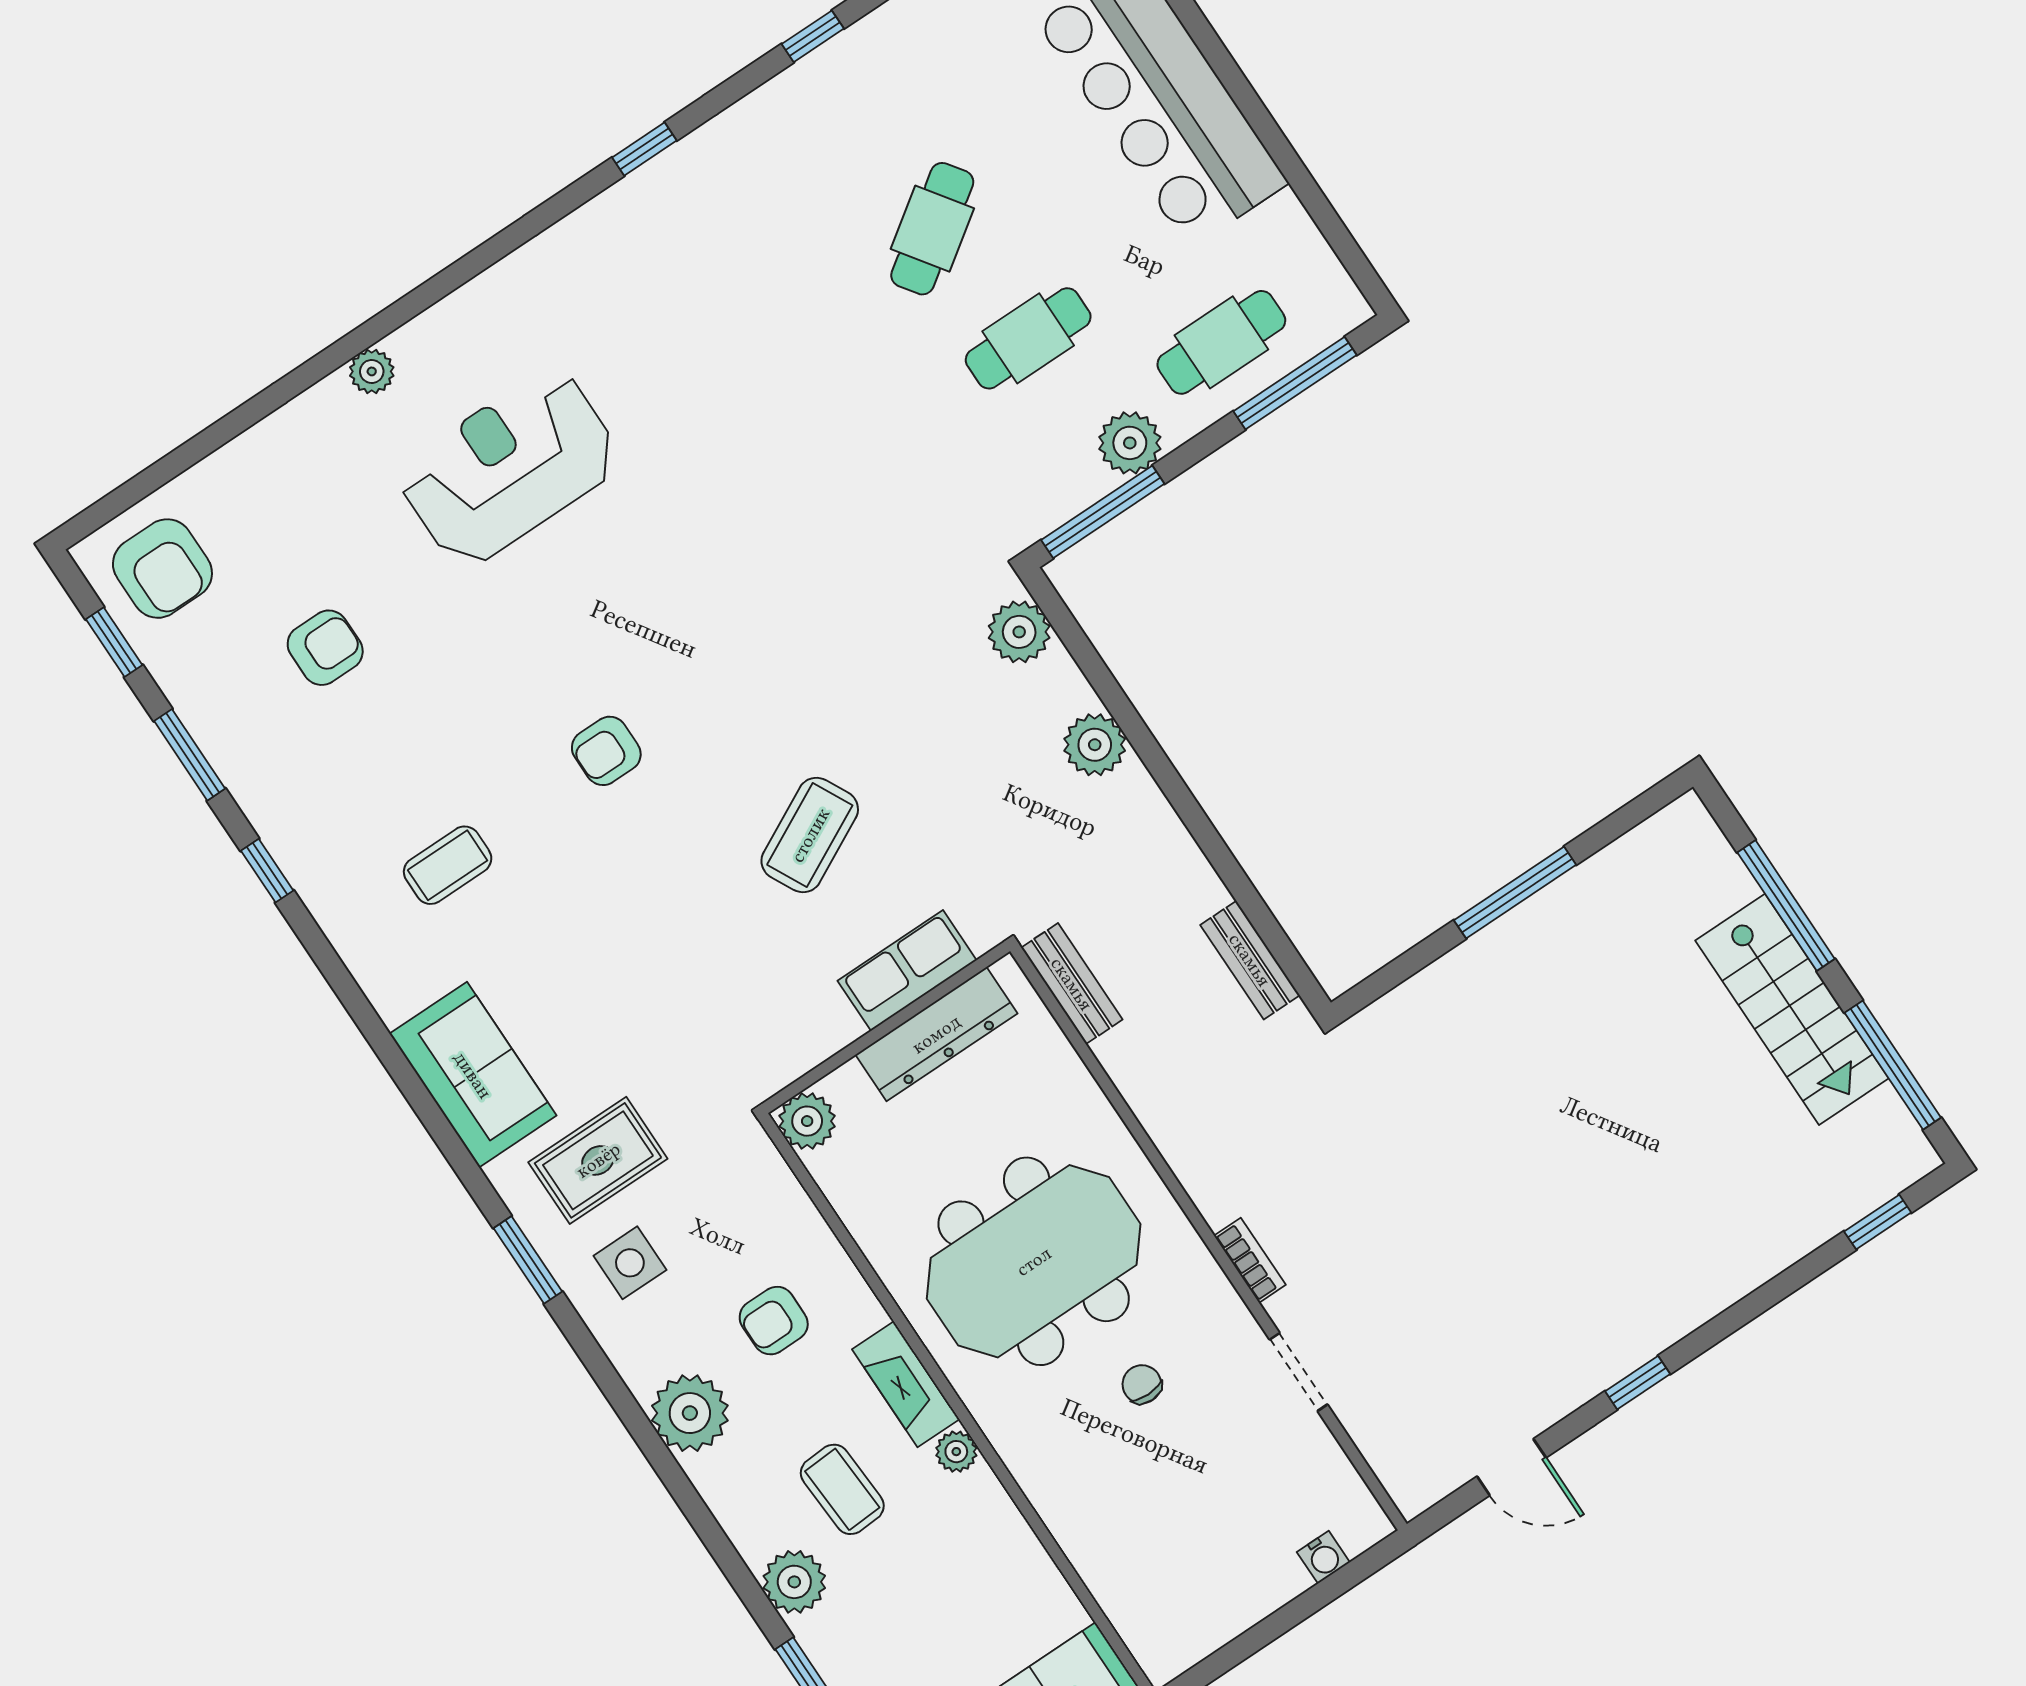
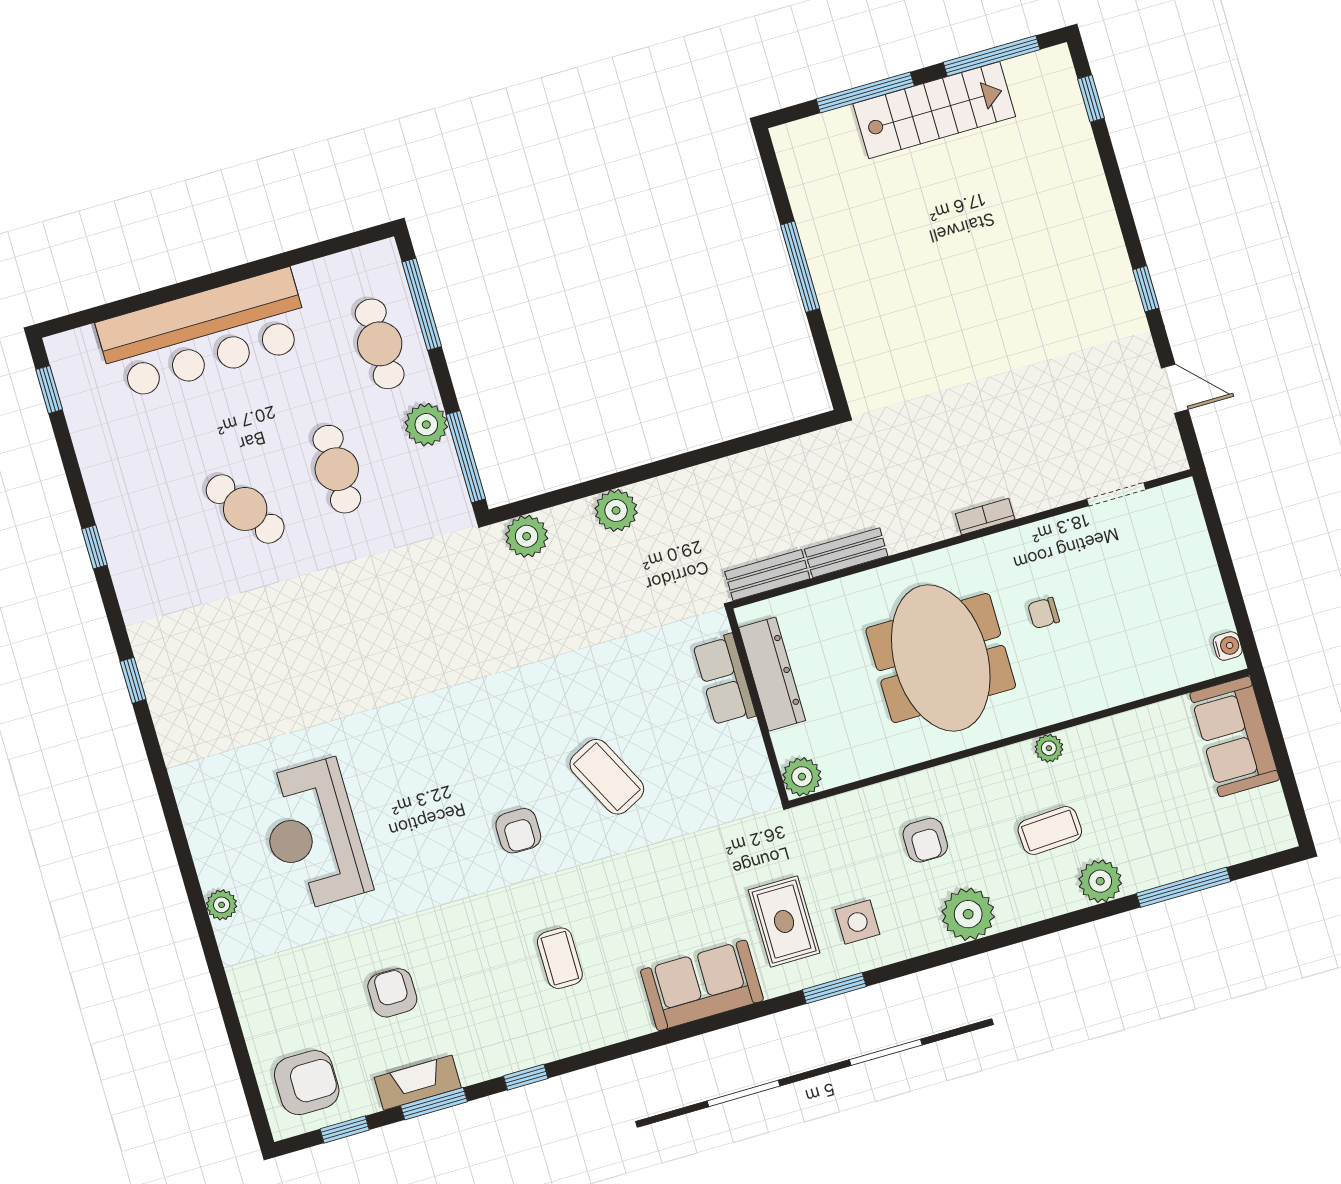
coffee table: (810, 835) -> (607, 777), moved
bench: (1250, 960) -> (846, 553), moved
doorway: (1299, 1372) -> (1116, 494), moved
fireplace: (906, 1384) -> (418, 1083), moved, turned 180
door: (1512, 1467) -> (1175, 389), hinge flipped
water cooler: (1323, 1557) -> (1228, 646), moved

